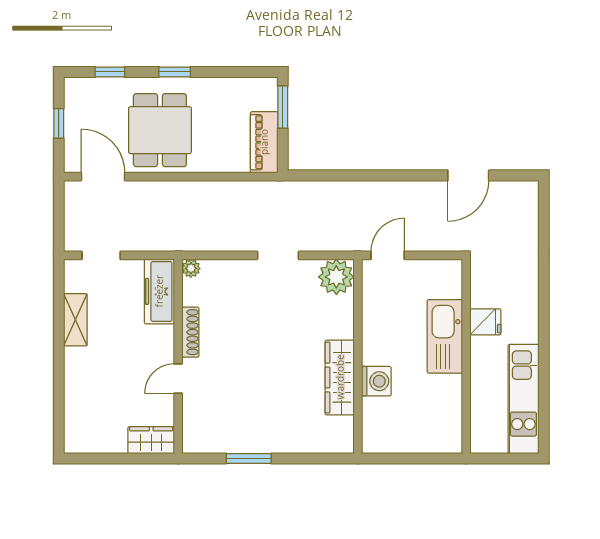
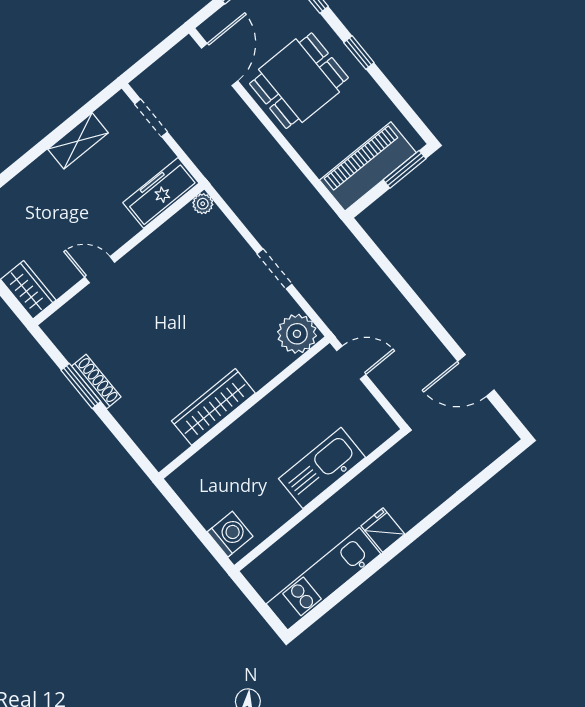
piano: (264, 142) -> (368, 166), width x1.37, depth x1.33
fridge: (485, 322) -> (383, 530), moved, turned 180
shoe rack: (190, 332) -> (96, 381), moved, turned -90
washing machine: (376, 381) -> (230, 534), moved, turned -90

